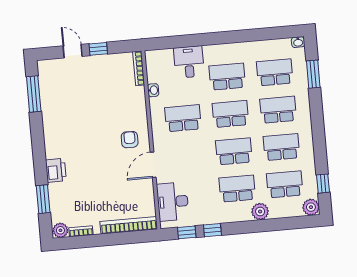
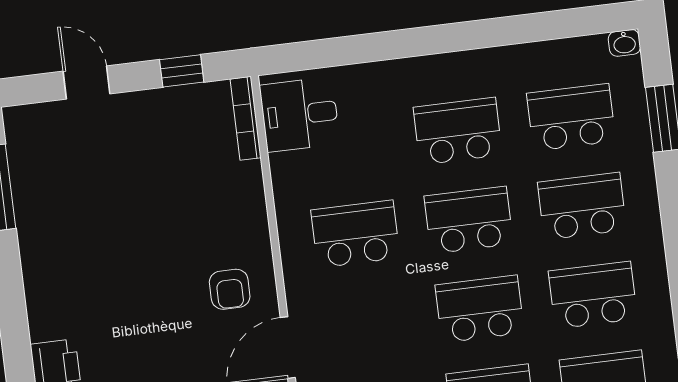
window: (98, 49) -> (182, 71), moved
desk: (189, 62) -> (300, 114), moved, turned -90
washbasin: (153, 90) -> (282, 169), removed
armchair: (130, 140) -> (230, 289), turned 180

